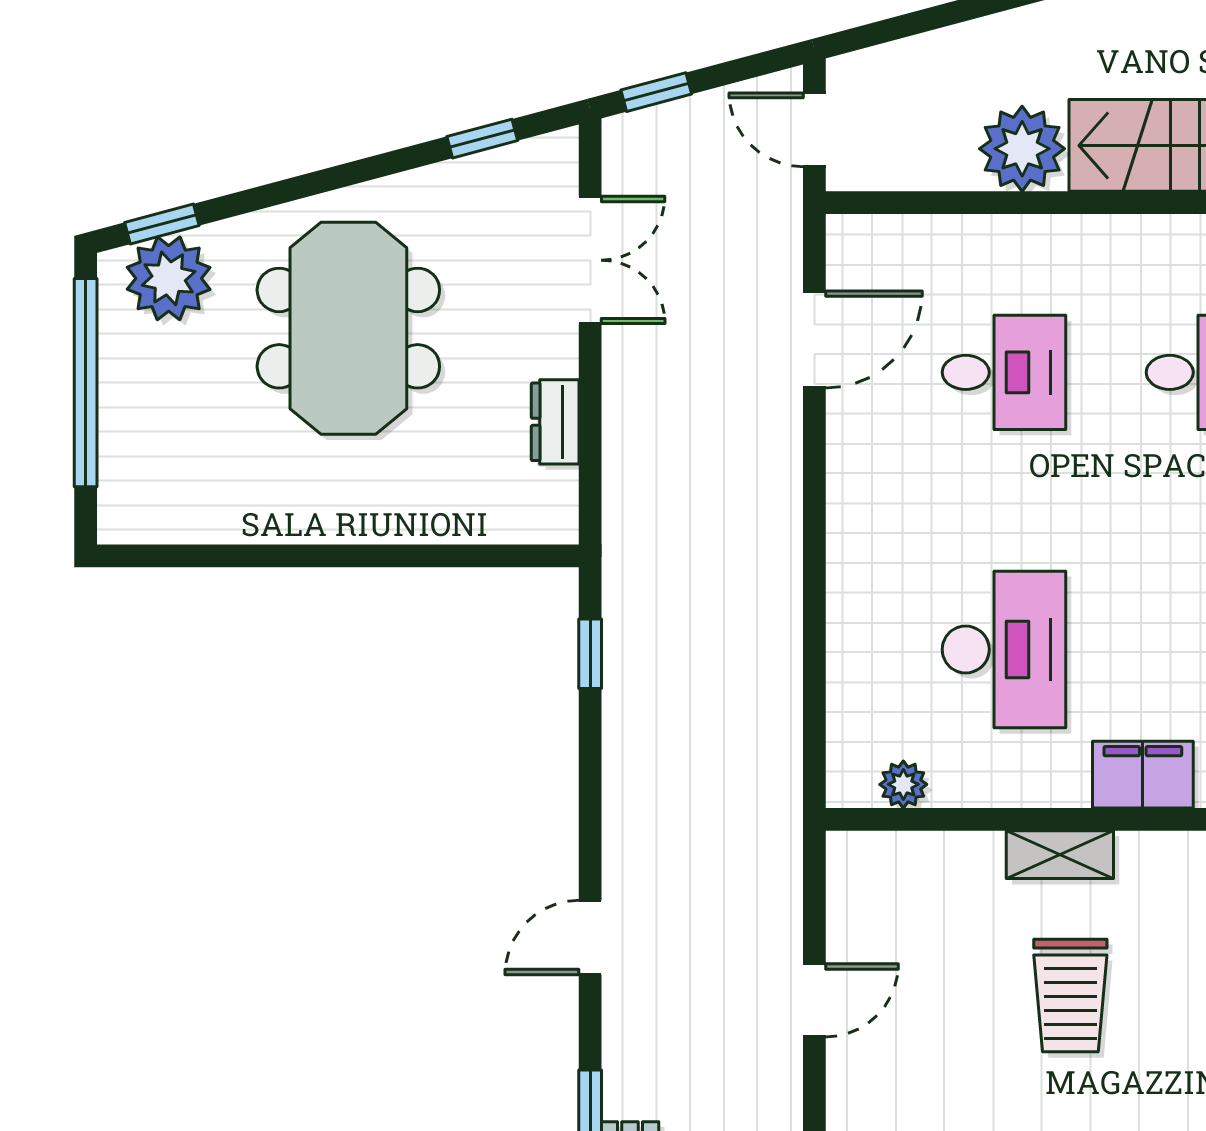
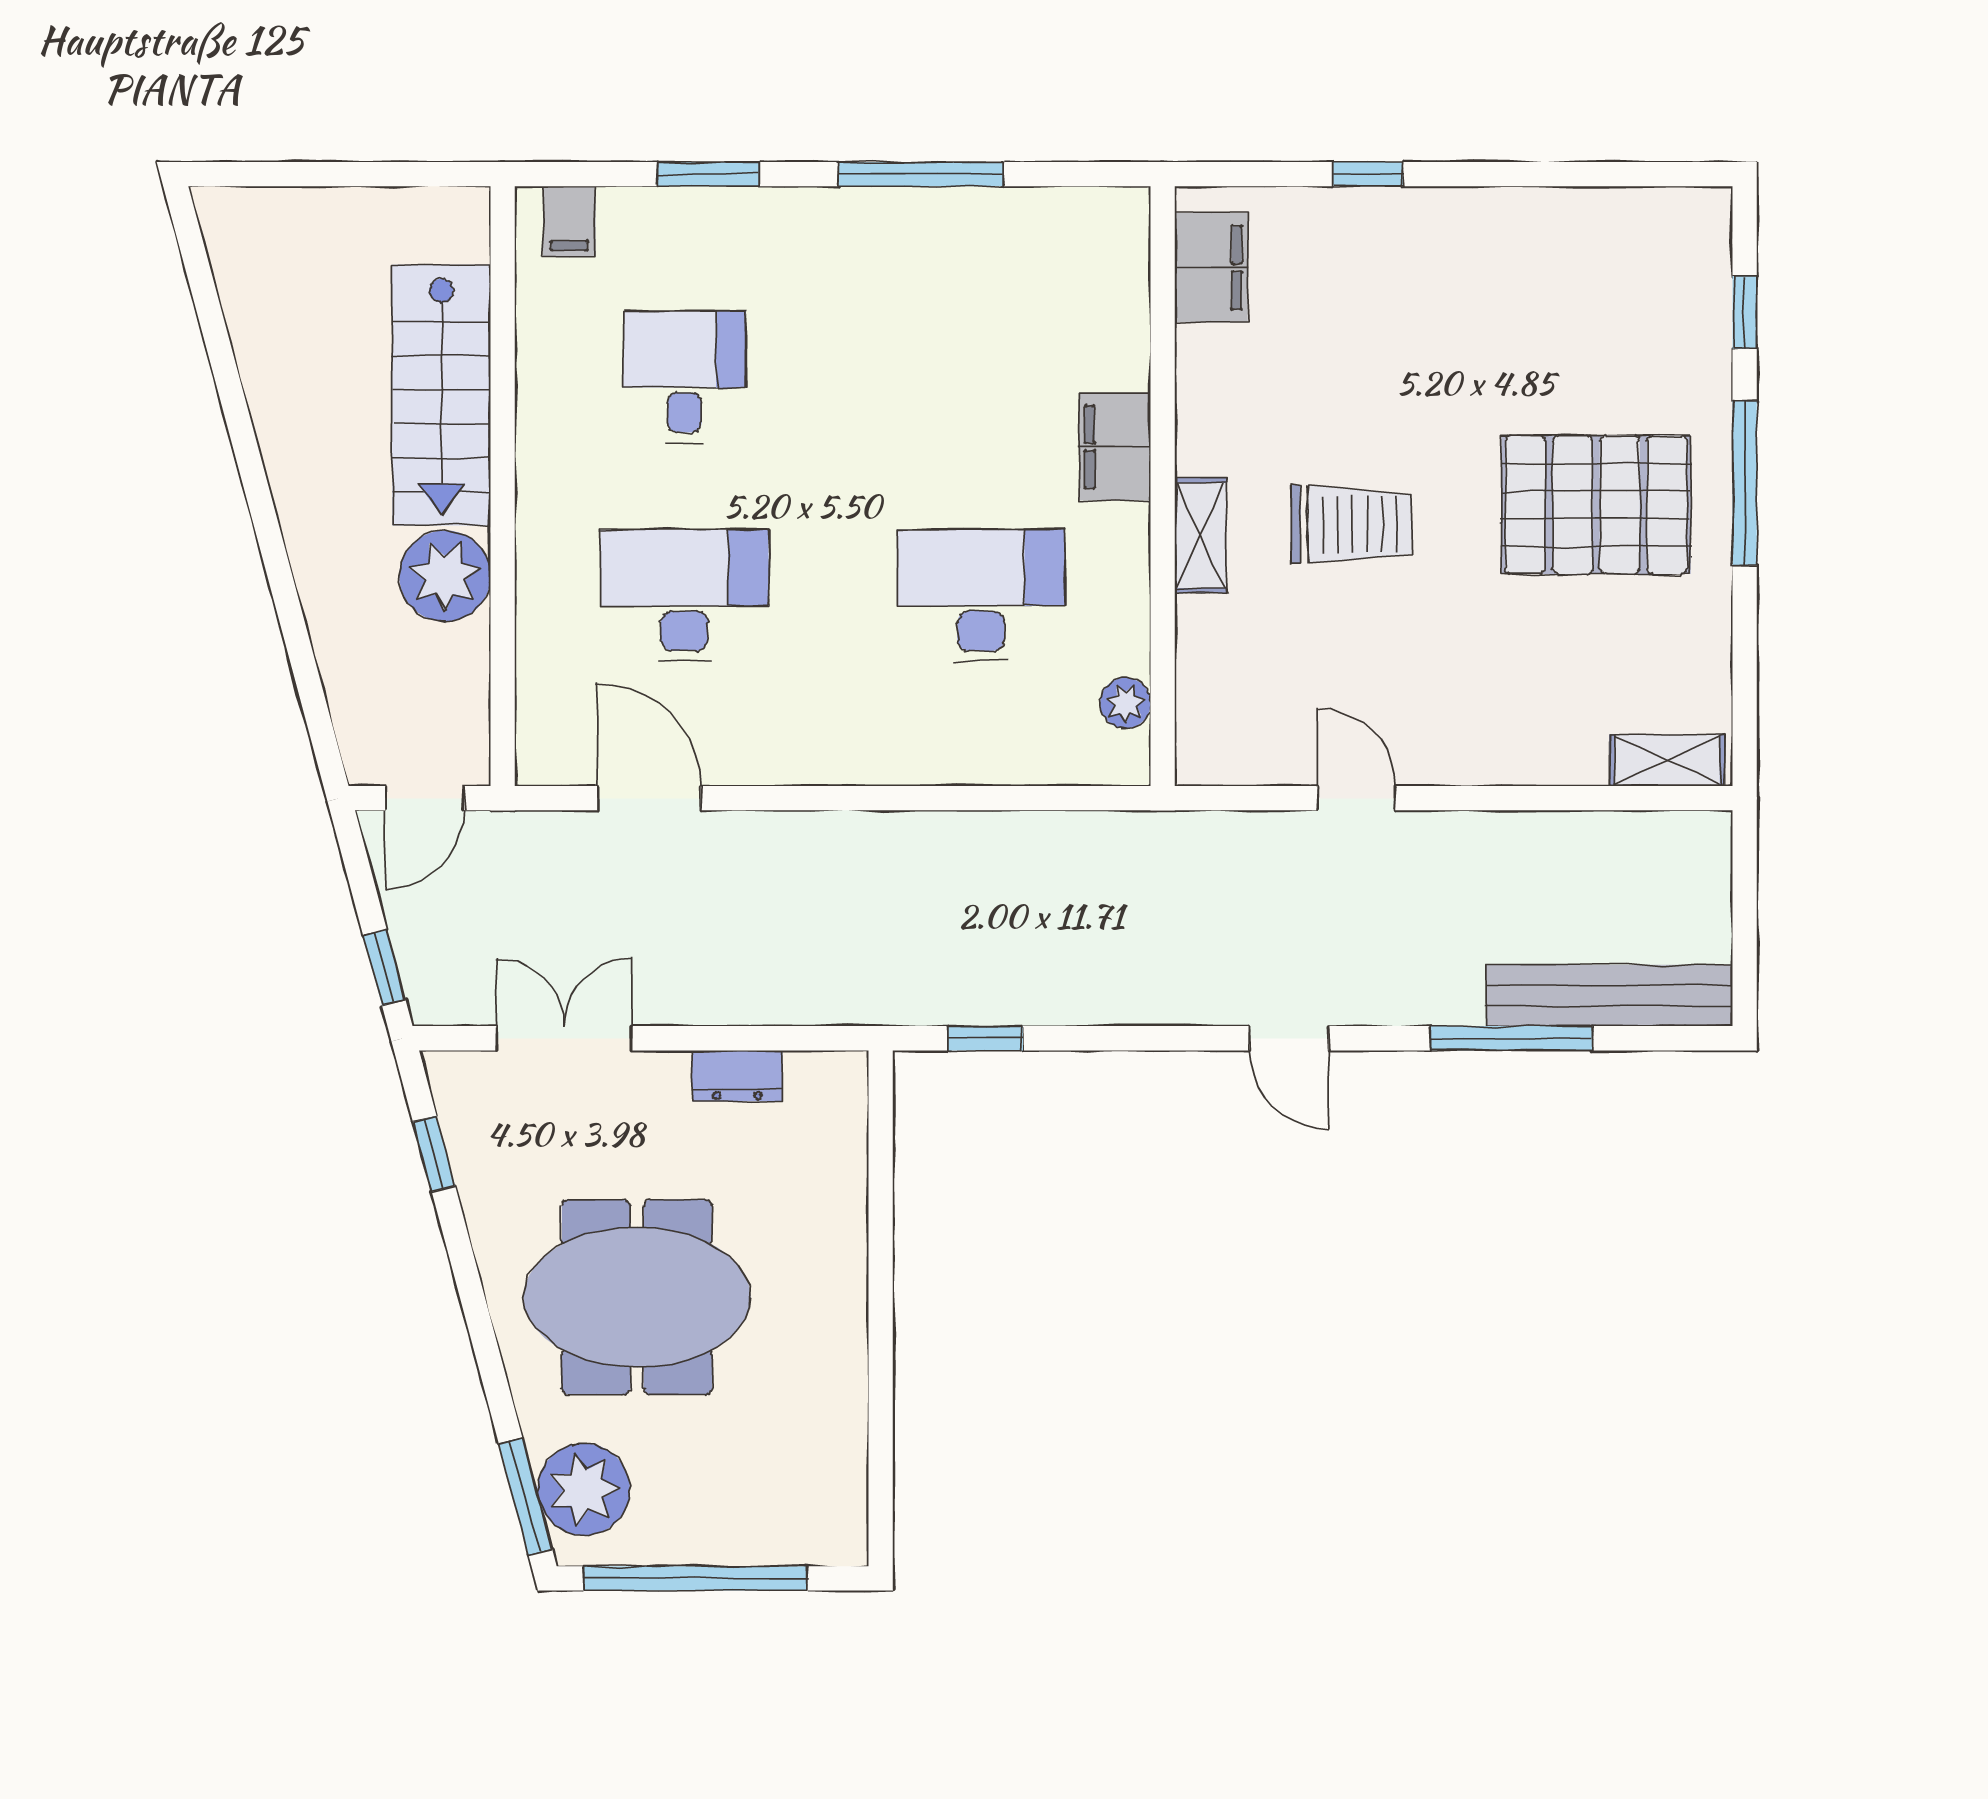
window: (162, 224) -> (526, 1497), width x1.50
desk: (1004, 372) -> (684, 595), width x1.37

